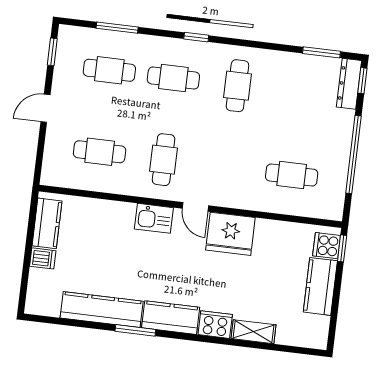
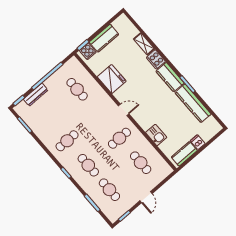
dresser: (349, 84) -> (36, 95), moved
door: (45, 108) -> (146, 197), hinge flipped
door: (195, 207) -> (124, 110), hinge flipped
kitchen sink: (154, 218) -> (156, 135), moved
fridge: (230, 234) -> (112, 79), moved

